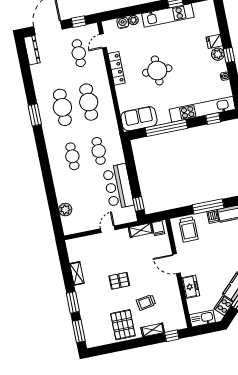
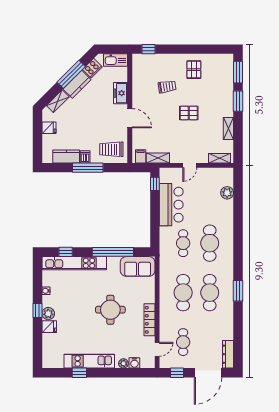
cafe table: (72, 156) -> (210, 243), width x1.37, depth x1.35
trolley: (188, 229) -> (111, 149), turned -90
pallet: (123, 325) -> (194, 70), width x0.67, depth x0.71
shelving: (153, 330) -> (220, 158), moved

